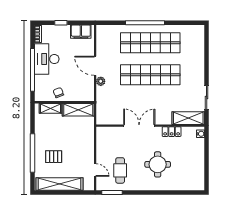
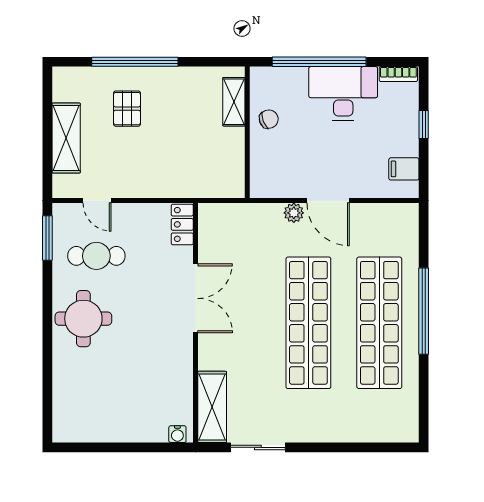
filing cabinet: (81, 32) -> (404, 169), width x0.50
door: (95, 66) -> (328, 201), swing flipped
shelving: (78, 110) -> (231, 163), removed
locker: (172, 132) -> (182, 224), moved
round table: (158, 164) -> (83, 319), moved
door: (95, 170) -> (97, 201), hinge flipped
shelving: (60, 184) -> (66, 138), width x0.68

